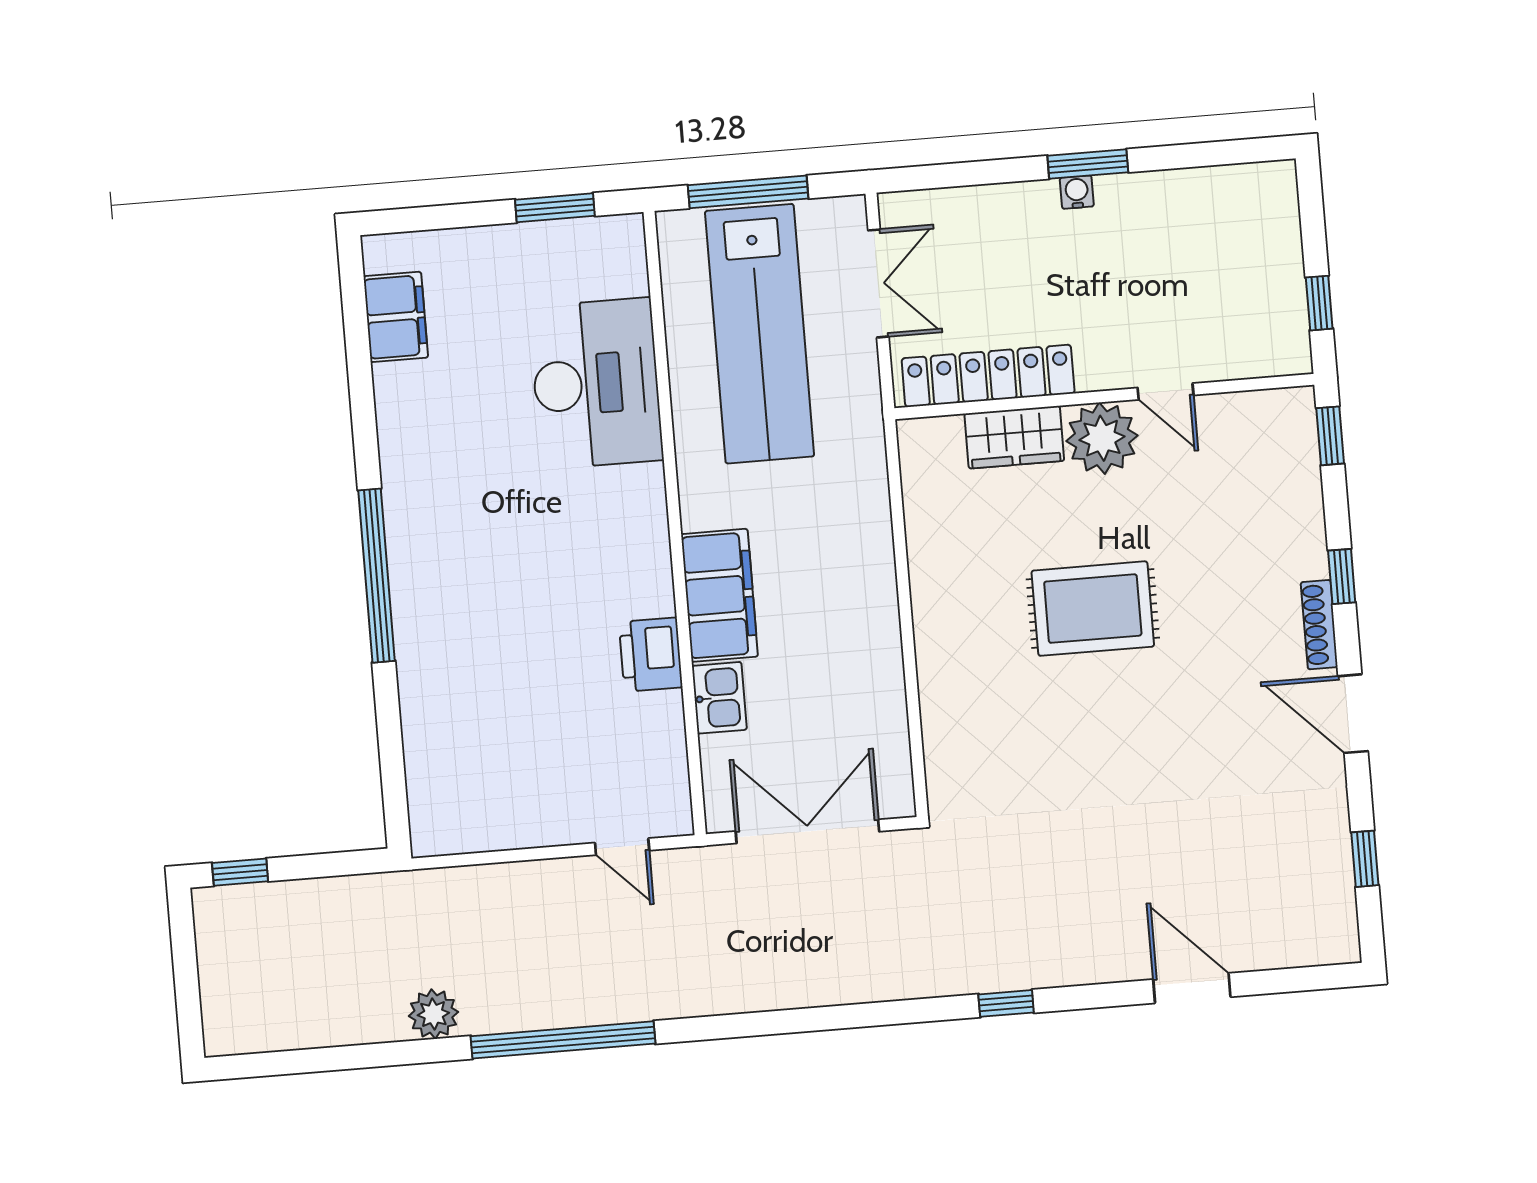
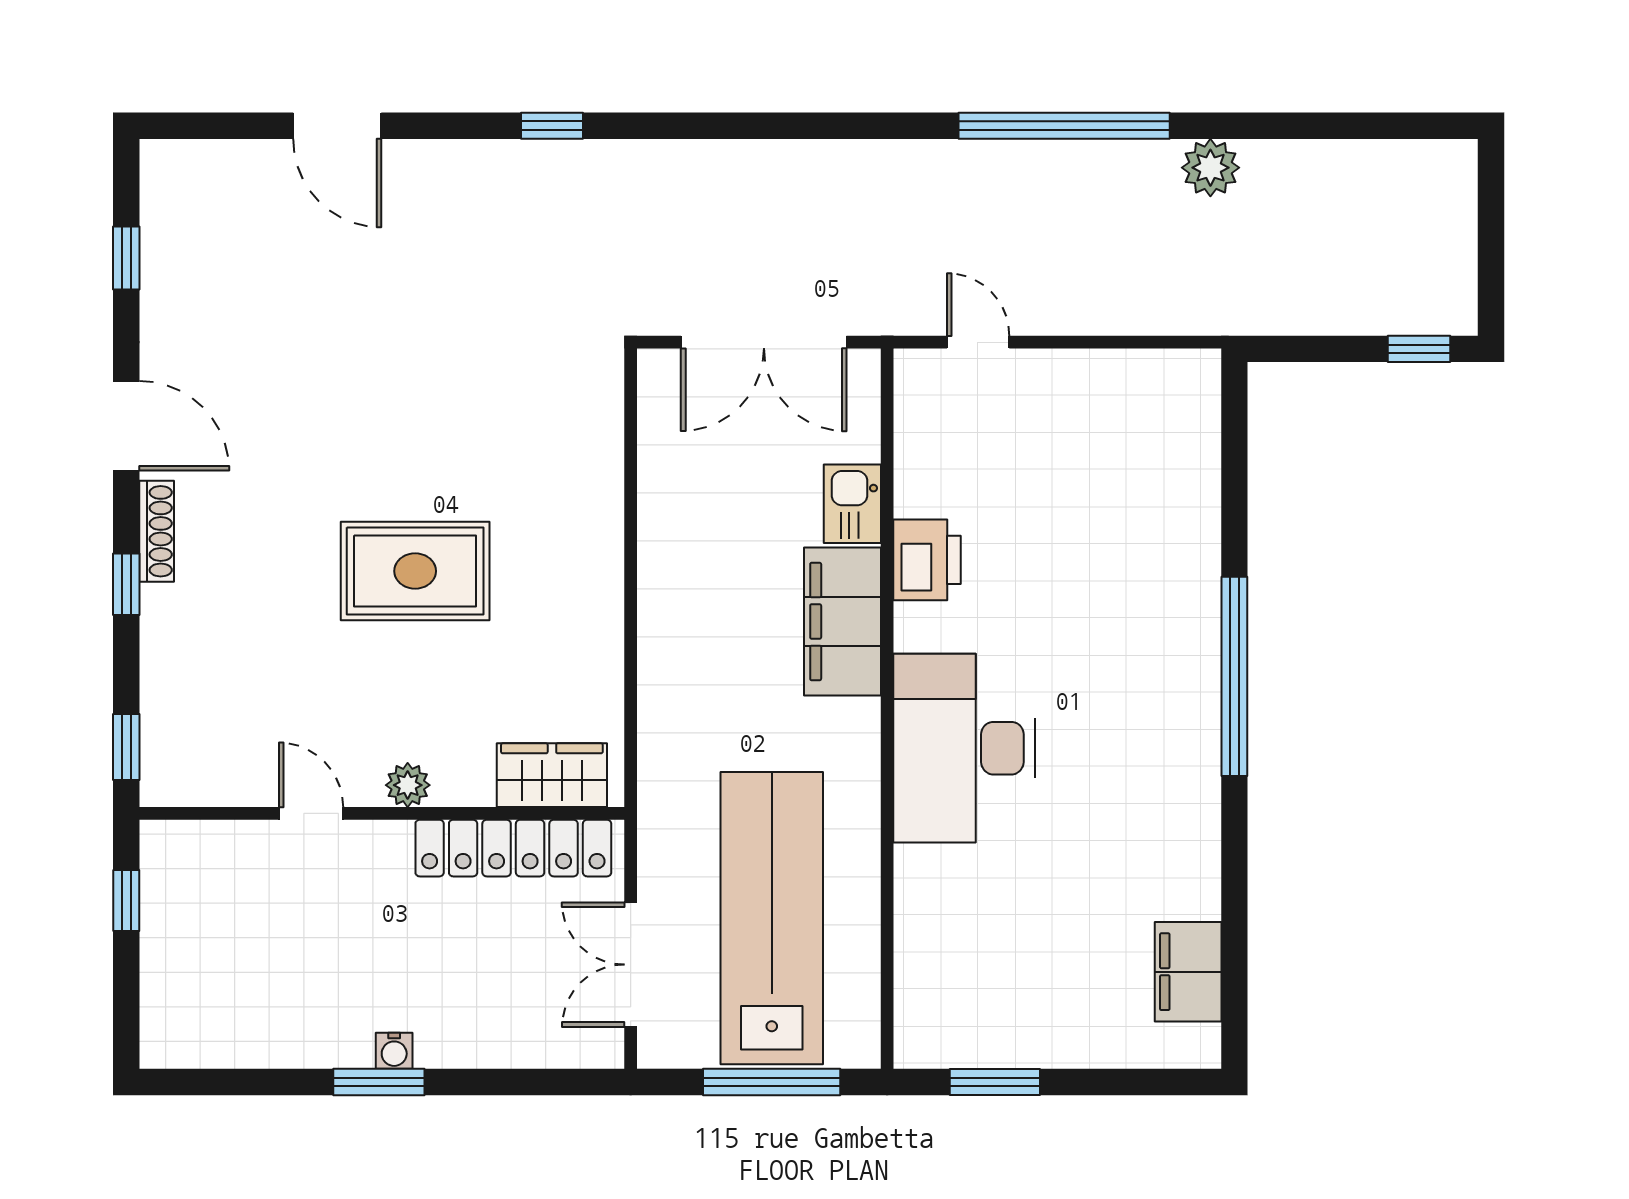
desk: (596, 383) -> (964, 748), moved
wardrobe: (1014, 437) -> (552, 775), moved
plant: (1102, 438) -> (408, 785), width x0.53, depth x0.53

